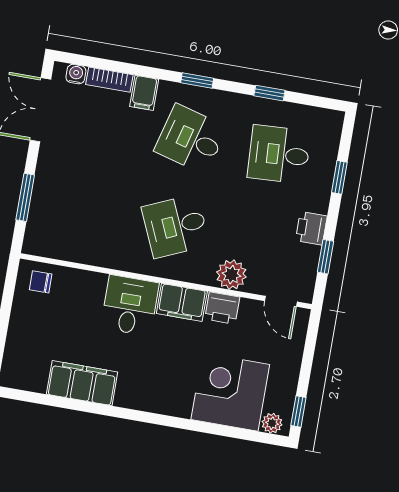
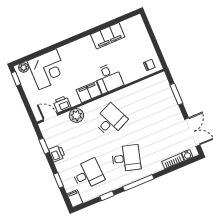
window: (197, 80) -> (138, 183), width x2.17
filing cabinet: (144, 93) -> (75, 199), moved
printer: (222, 308) -> (62, 104), moved

